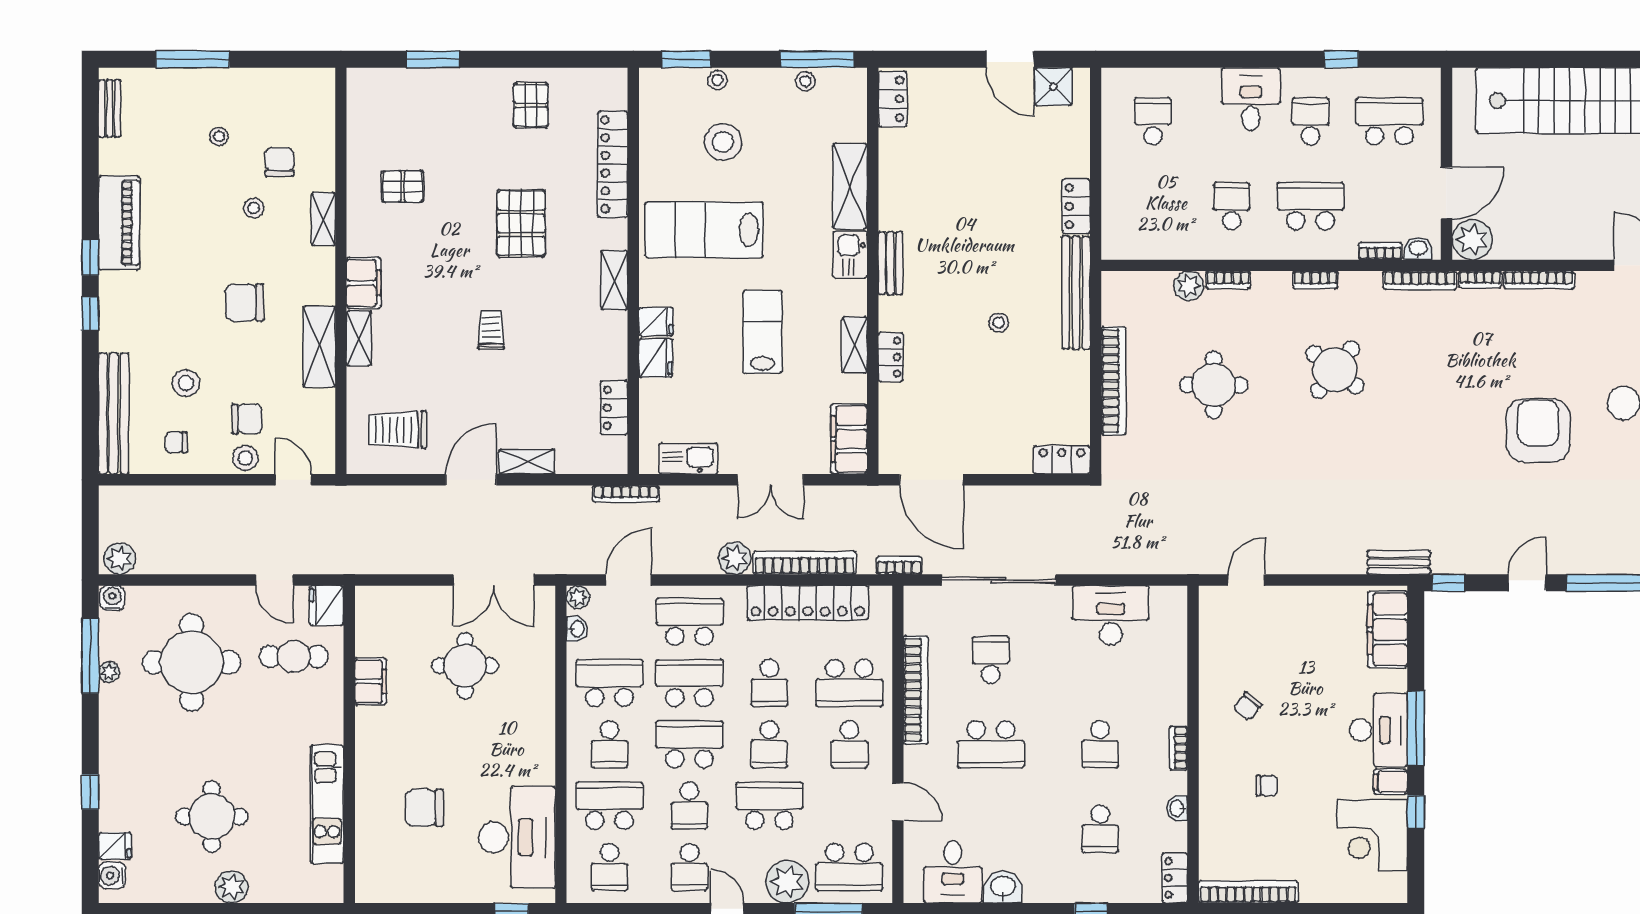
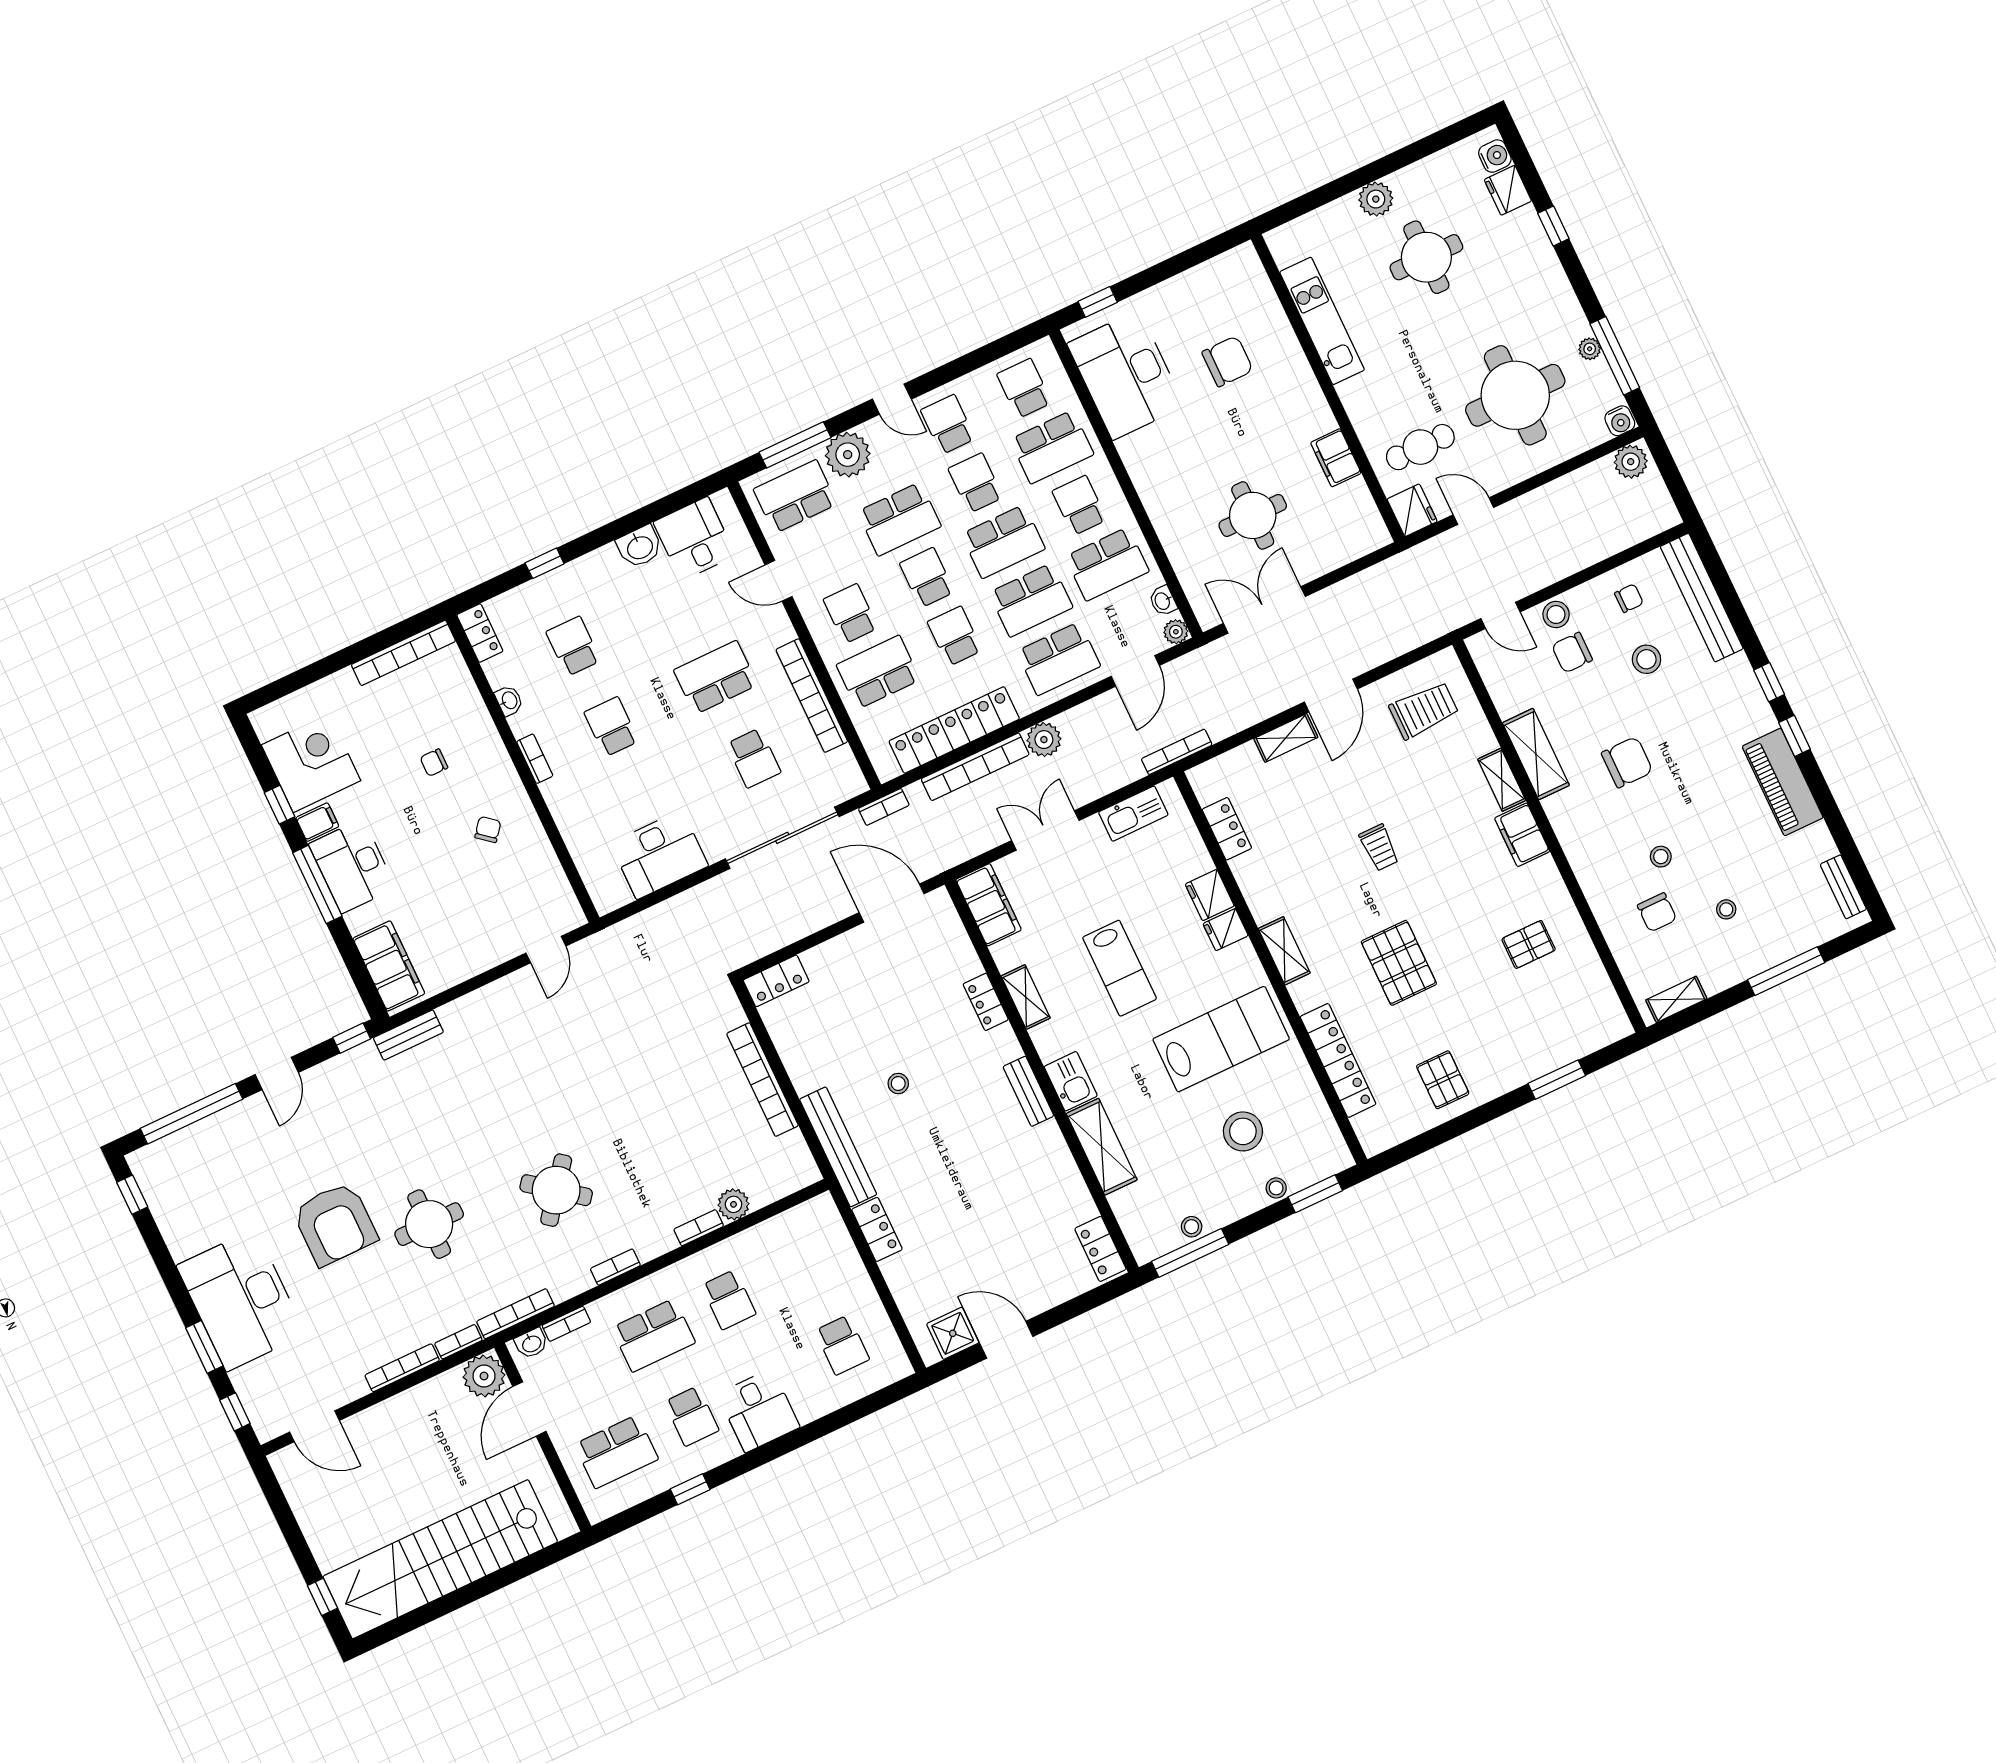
shelving: (323, 219) -> (1676, 999), moved, turned 90
round table: (1214, 385) -> (429, 1224), moved
fridge: (115, 846) -> (1508, 190), width x1.38

